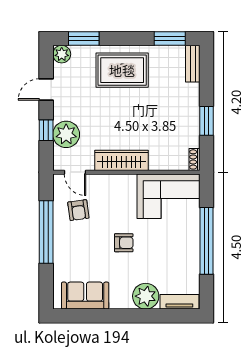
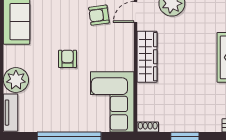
armchair: (124, 243) -> (67, 59), turned 180

